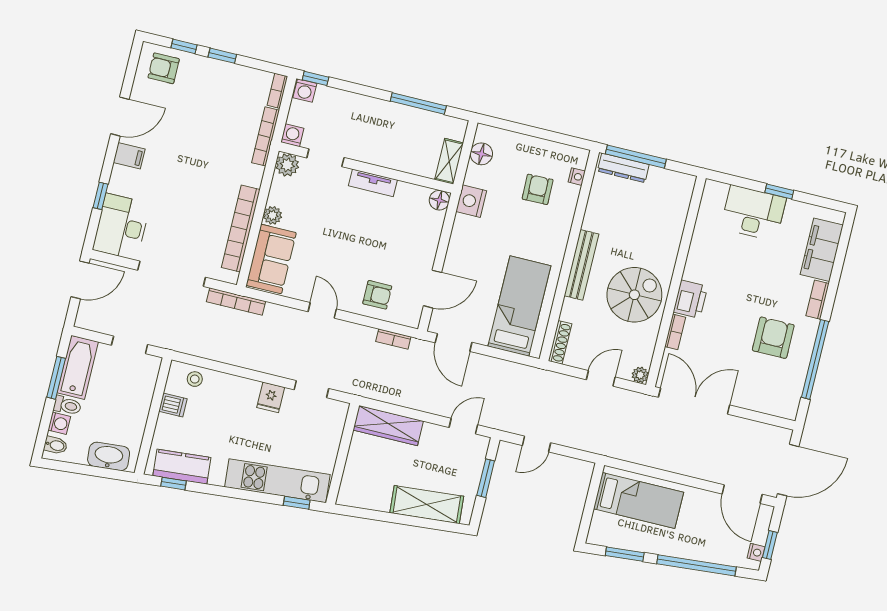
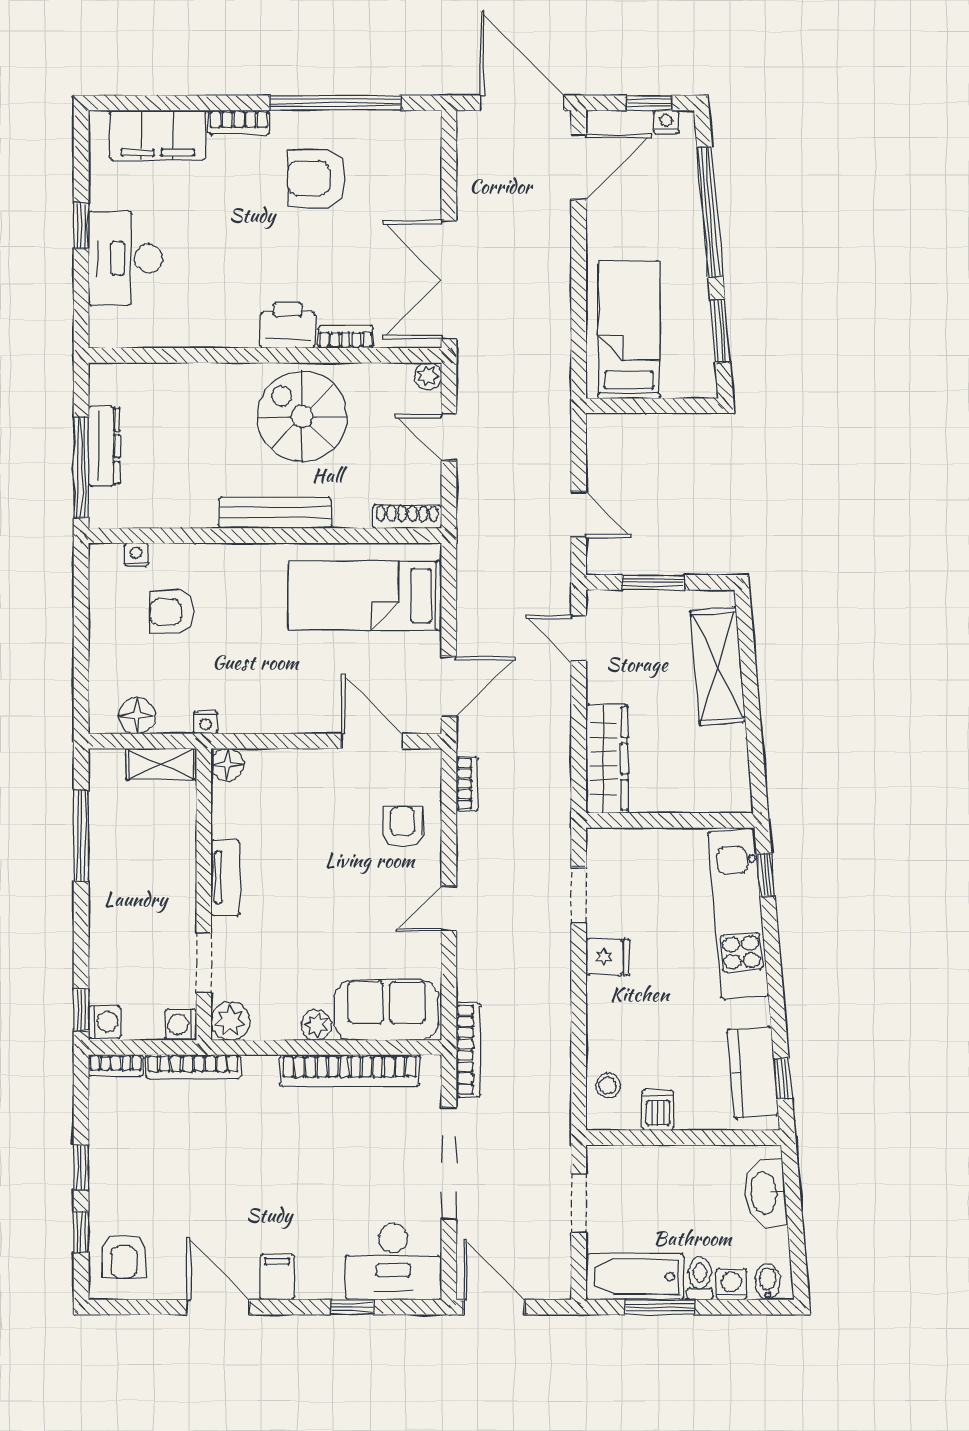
dresser: (623, 168) -> (104, 446), moved
nightstand: (471, 201) -> (206, 722), width x0.53, depth x0.56

